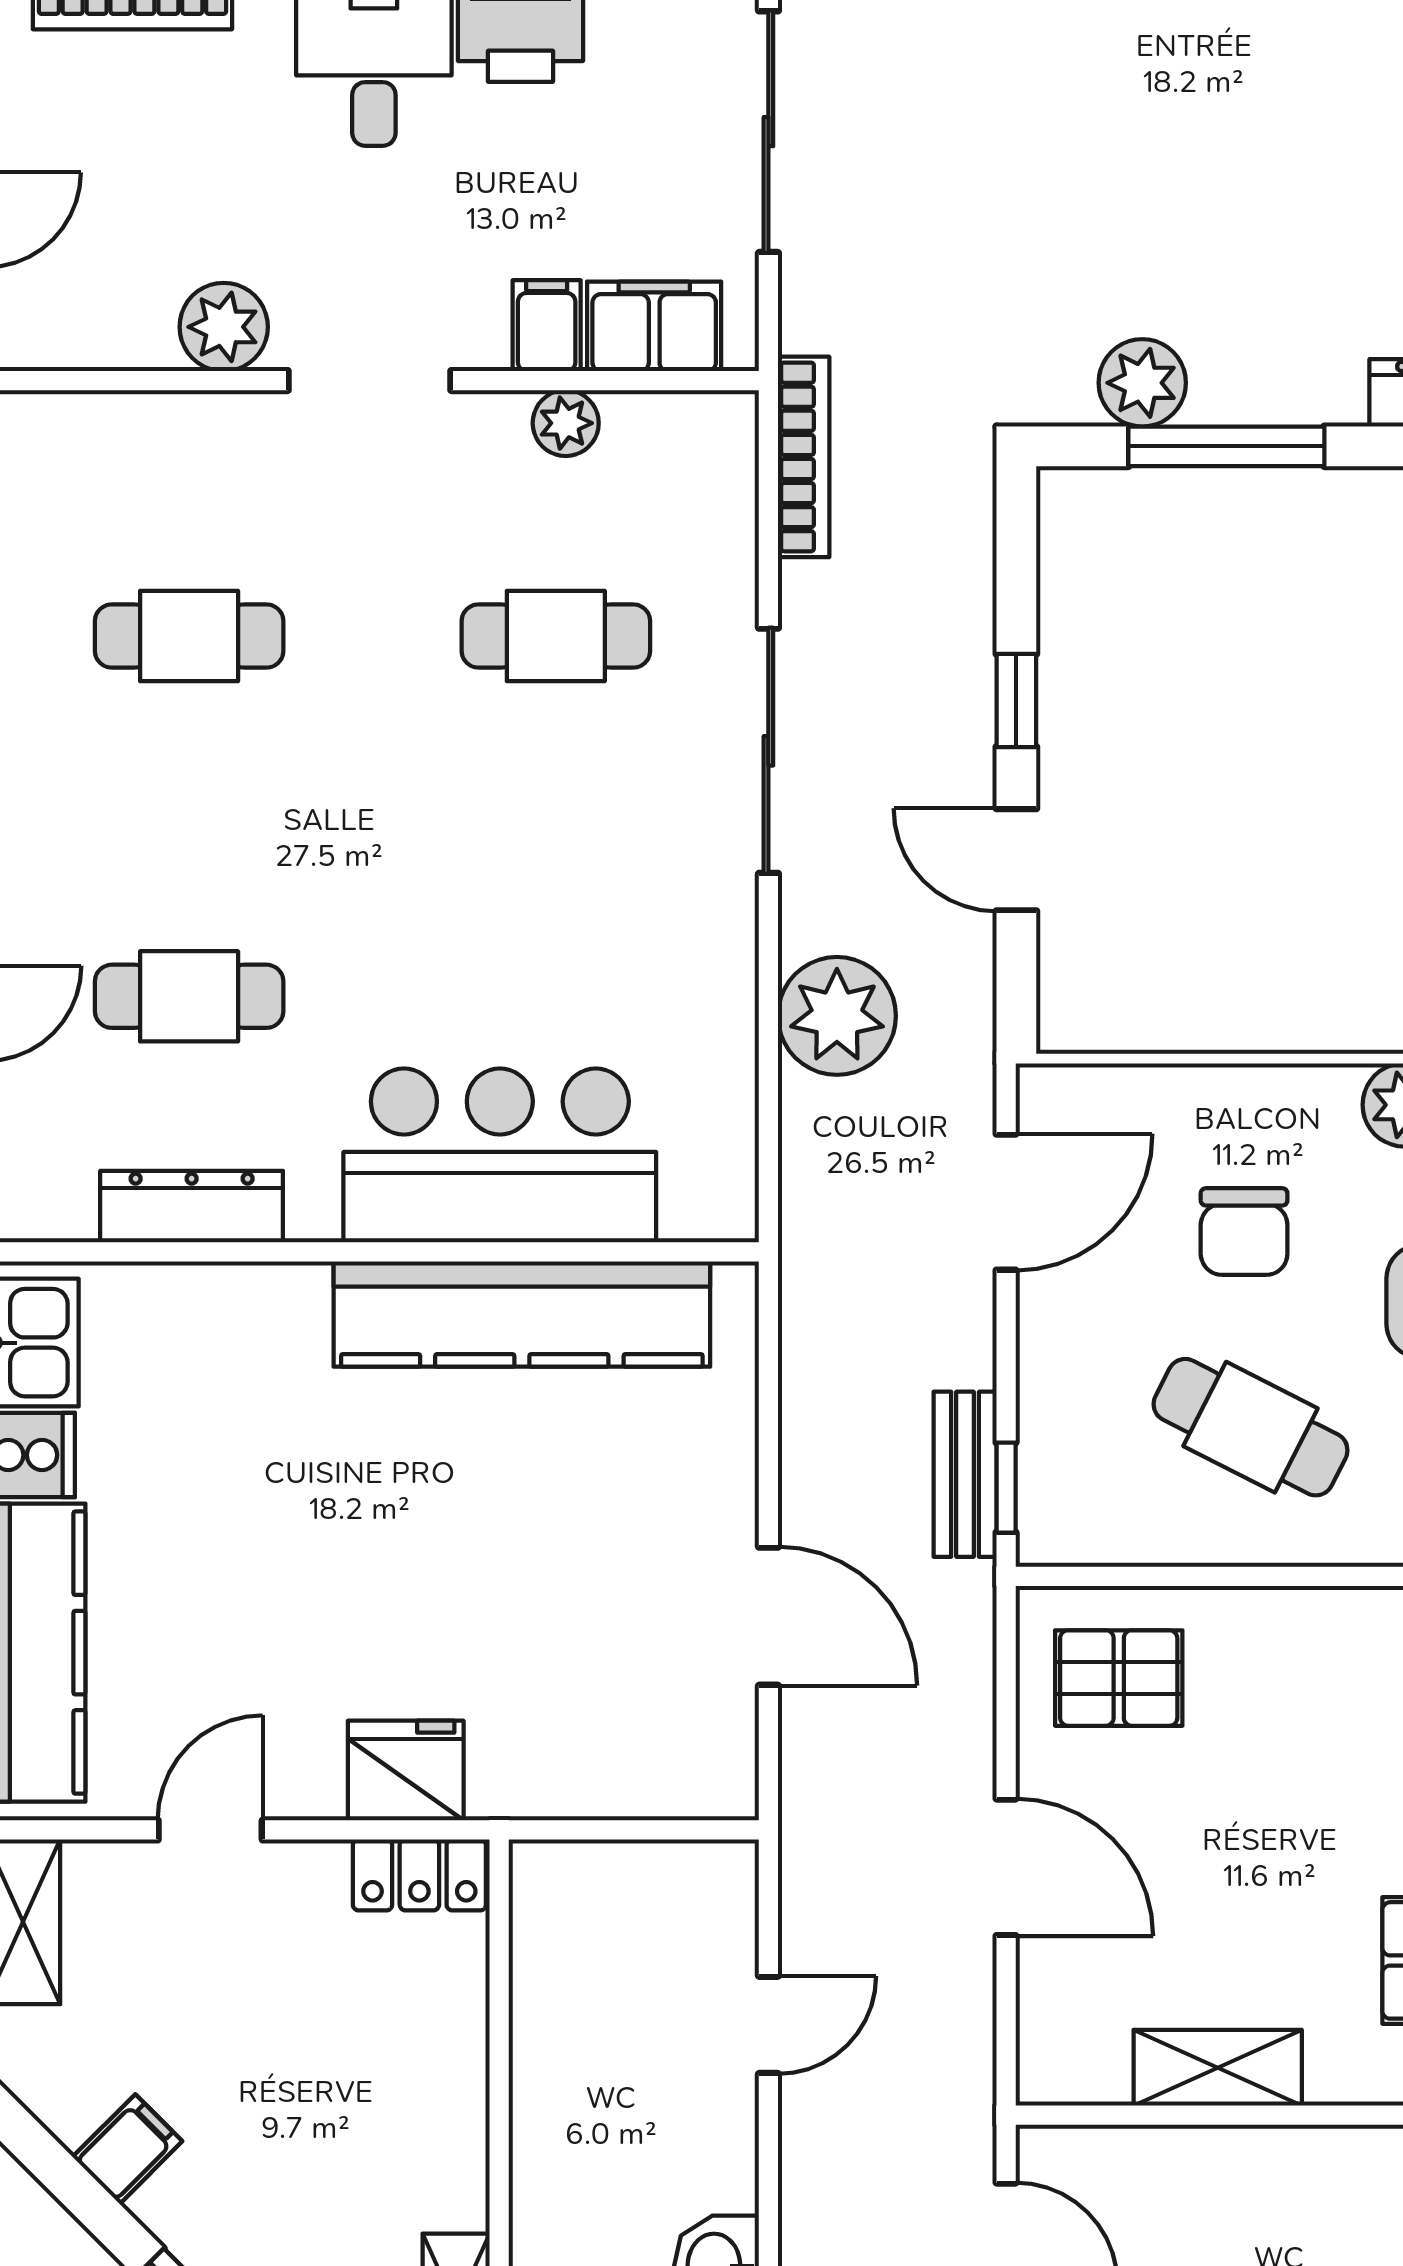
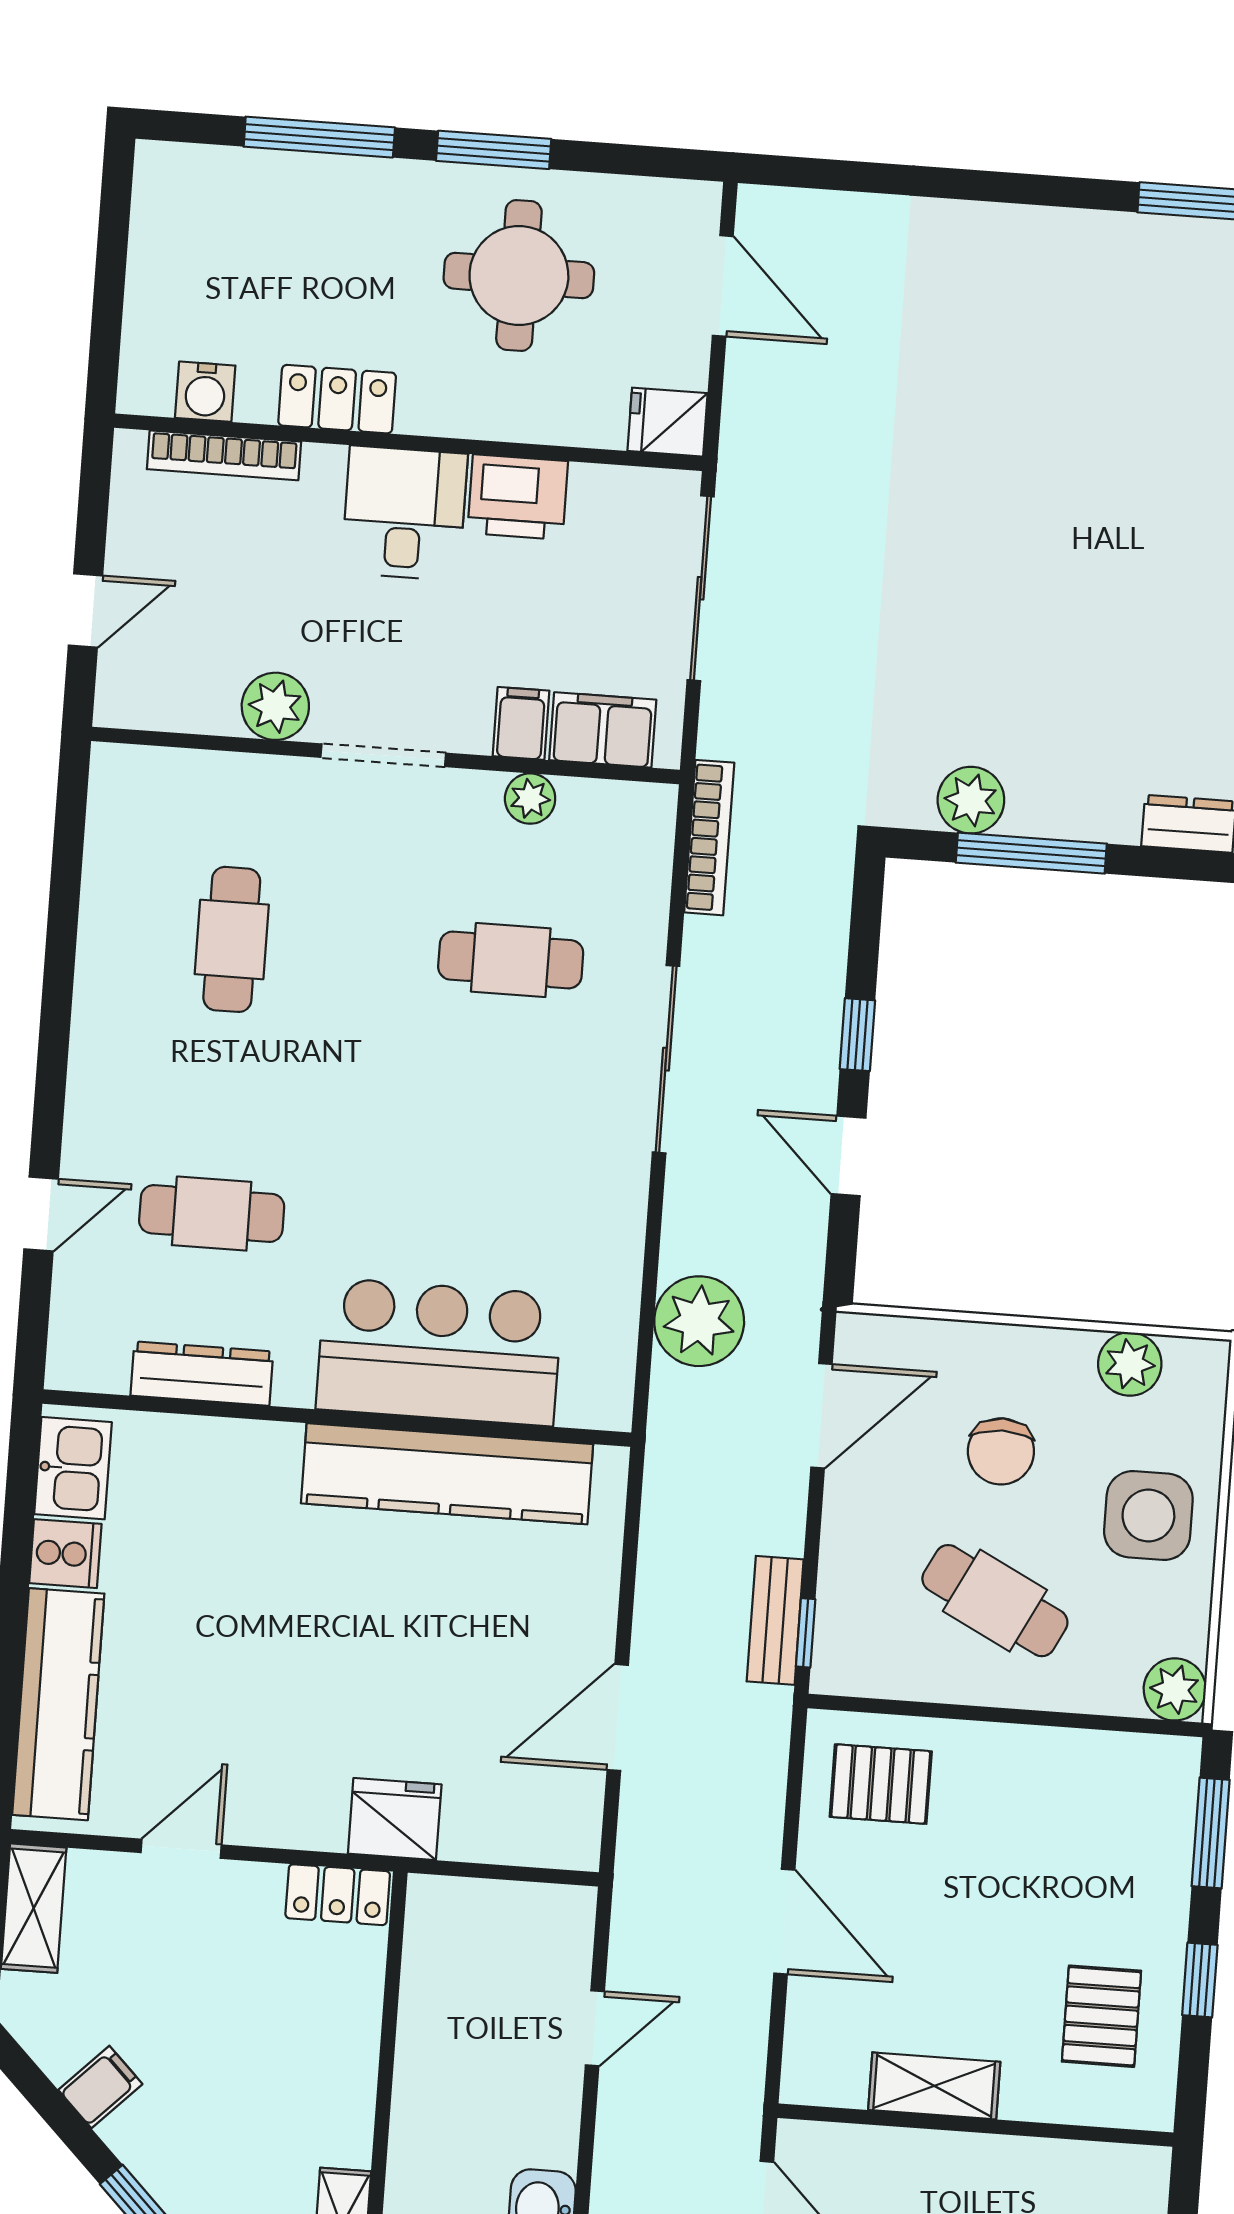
cafe table: (189, 636) -> (232, 939), turned 90
plant: (837, 1016) -> (699, 1321), moved
door: (768, 1616) -> (618, 1717), swing flipped
fridge: (406, 1771) -> (395, 1819), moved

